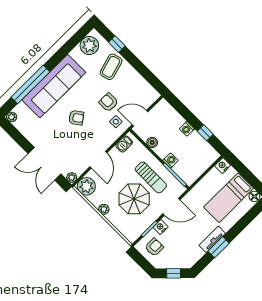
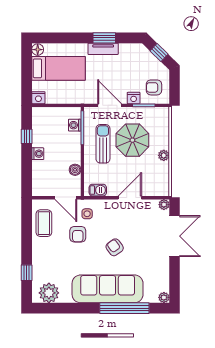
coffee table: (111, 67) -> (44, 223), moved, turned -74
washing machine: (171, 160) -> (75, 125), moved
plant: (86, 186) -> (160, 186), removed

